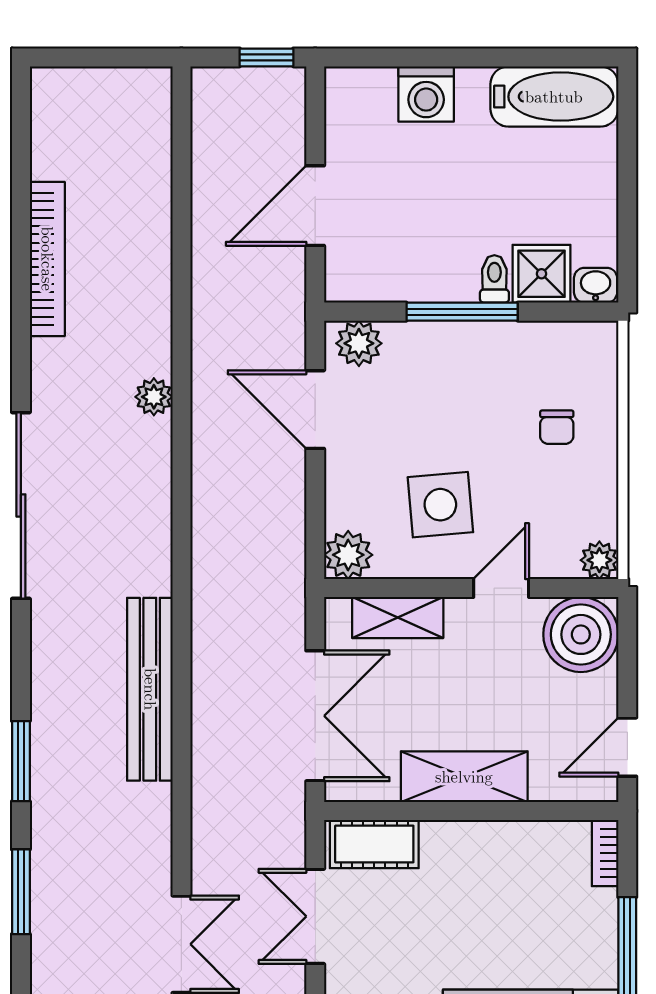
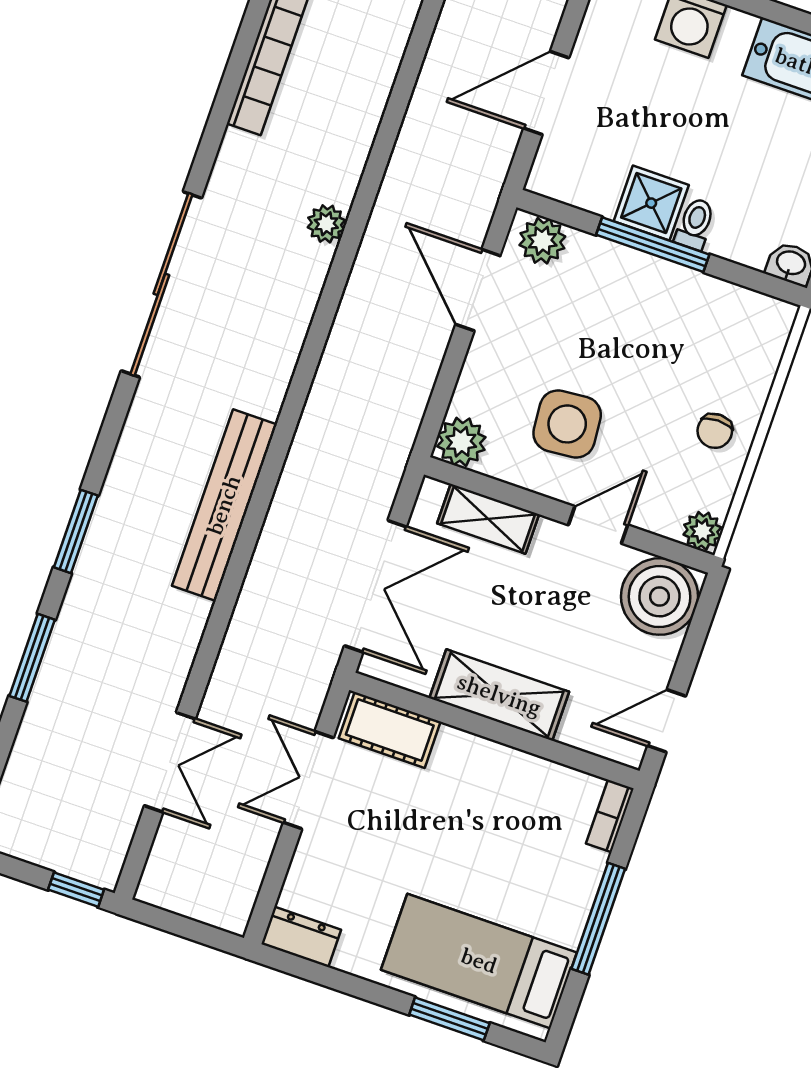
shower: (541, 274) -> (651, 203), moved
chair: (557, 427) -> (715, 431), moved

